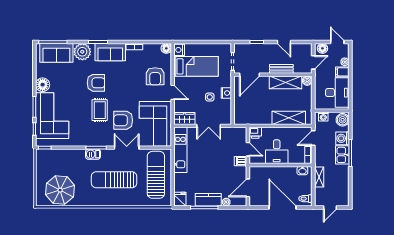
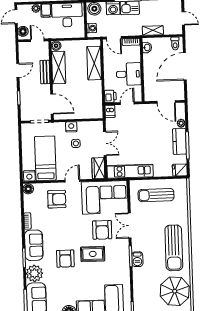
armchair: (96, 83) -> (65, 259), turned 180
dishwasher: (240, 161) -> (110, 111), moved
sun lounger: (156, 175) -> (156, 195), width x0.73, depth x0.75
sun lounger: (114, 180) -> (174, 248), moved

